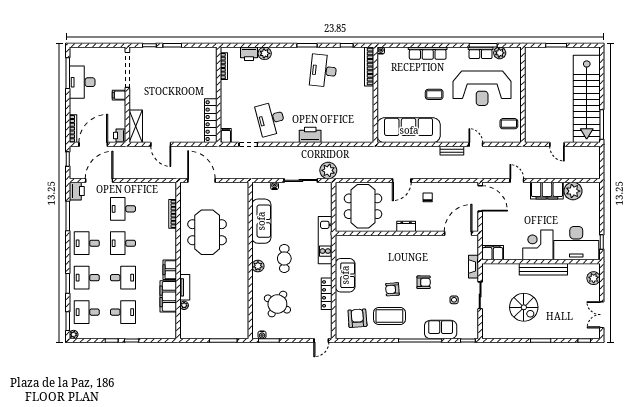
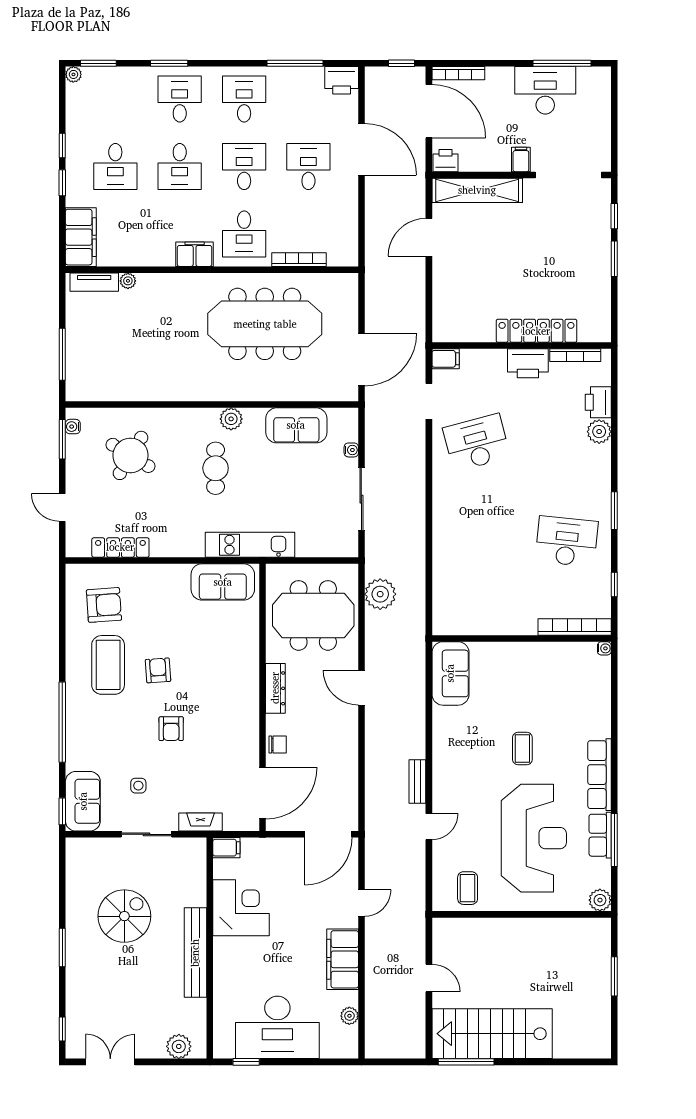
row of seats: (428, 53) -> (599, 775), moved
plant: (500, 53) -> (600, 900), moved
reception desk: (482, 88) -> (534, 838), turned 180
stairs: (587, 99) -> (492, 1034), width x0.73
locker: (211, 121) -> (536, 331), moved
shelving: (136, 126) -> (477, 190), width x1.47
sofa: (409, 130) -> (450, 673), width x0.54, depth x0.79
printer: (310, 135) -> (528, 363), moved, turned 90
door: (557, 144) -> (429, 978), swing flipped
plant: (328, 170) -> (380, 594), moved
door: (99, 180) -> (361, 149), moved
door: (201, 180) -> (361, 360), moved
plant: (573, 191) -> (349, 1016), width x0.53, depth x0.53
chair: (428, 197) -> (278, 744), moved
sofa: (261, 221) -> (296, 425), width x0.73
dresser: (406, 226) -> (275, 688), width x1.44
meeting table: (207, 232) -> (265, 324), width x1.36
door: (458, 233) -> (262, 793), hinge flipped
desk: (576, 243) -> (277, 1027), moved, turned -90
corner desk: (538, 245) -> (241, 908), moved
filing cabinet: (493, 253) -> (226, 848), width x0.50
cafe table: (284, 258) -> (216, 468), turned 90
plant: (258, 266) -> (231, 419), moved
sofa: (345, 275) -> (223, 582), moved
tv unit: (185, 287) -> (94, 282), moved
locker: (327, 294) -> (120, 547), moved
filing cabinet: (168, 296) -> (81, 237), moved, turned 90
spiral stairs: (524, 307) -> (124, 916), turned 180
desk: (87, 312) -> (244, 234), moved, turned 180
sofa: (441, 329) -> (83, 801), moved
door: (321, 340) -> (62, 507), moved

